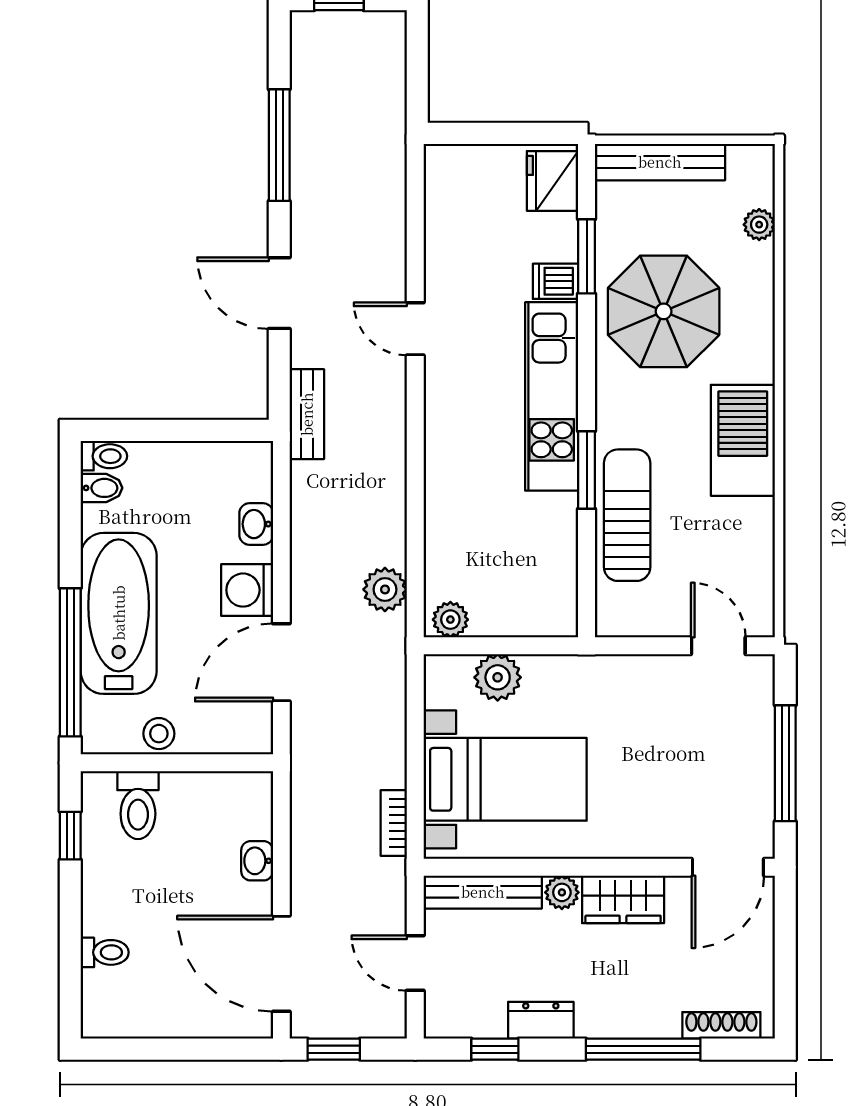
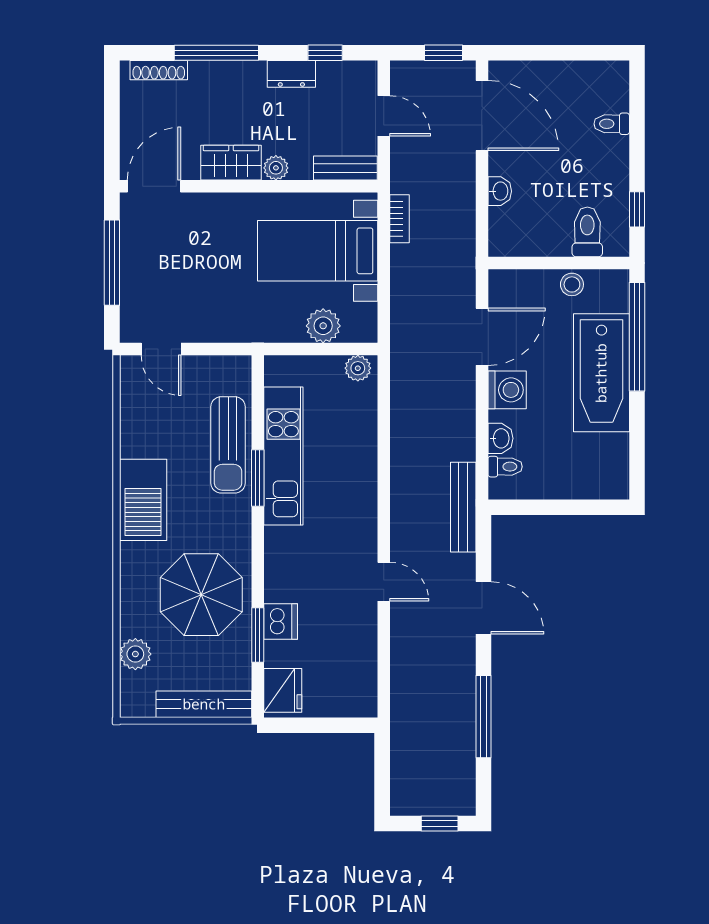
plant: (759, 225) -> (135, 654), width x1.38, depth x1.38
dishwasher: (556, 281) -> (281, 622), width x1.38
kitchen unit: (552, 396) -> (283, 456), moved
bench: (307, 414) -> (463, 507), width x1.36
toilet: (104, 456) -> (505, 467), moved, turned 180
bidet: (101, 488) -> (614, 465), removed
plant: (385, 589) -> (406, 390), removed
bench: (483, 892) -> (345, 168), width x0.73

